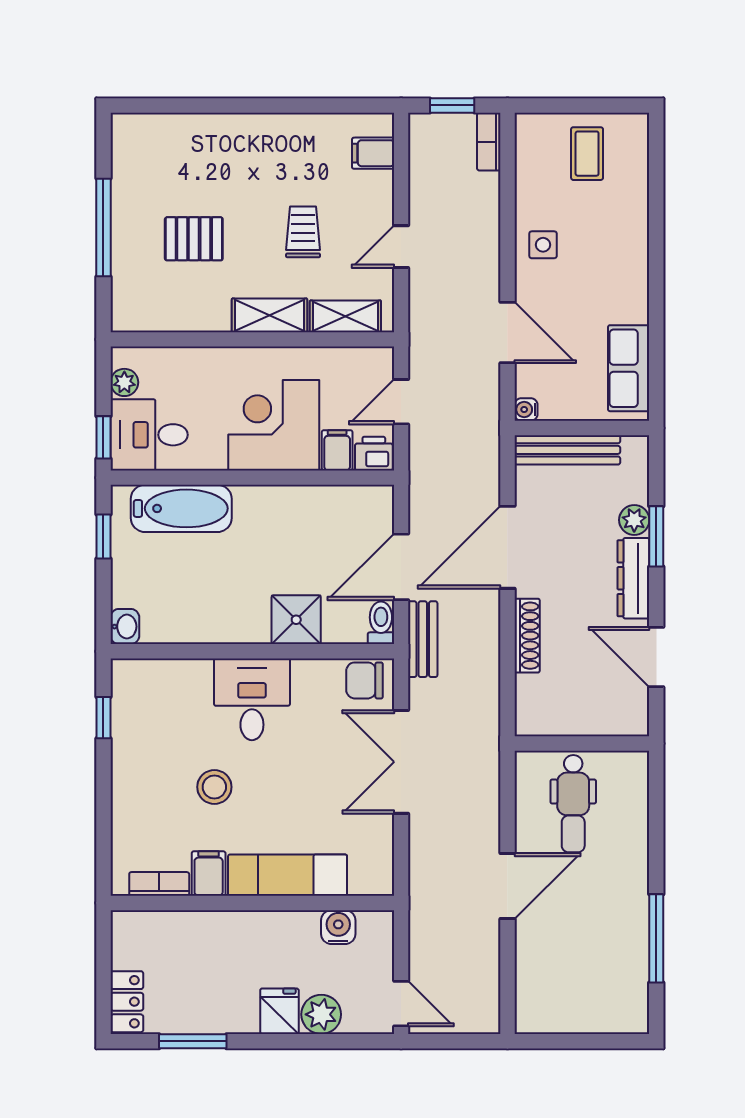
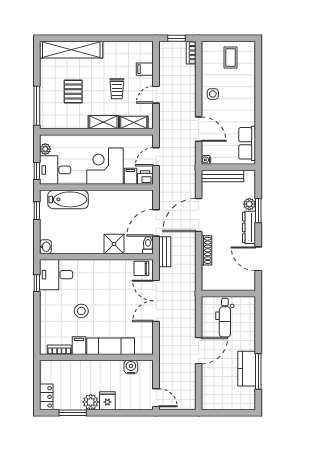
shelving: (189, 134) -> (71, 50), added
filing cabinet: (373, 153) -> (145, 69), moved
window: (103, 227) -> (37, 106), moved
trolley: (303, 232) -> (117, 89), turned 180
pallet: (194, 239) -> (73, 92), turned 90
desk: (252, 699) -> (56, 275), moved, turned -90
kitchen counter: (627, 931) -> (247, 369), added
plant: (321, 1014) -> (91, 402), moved

